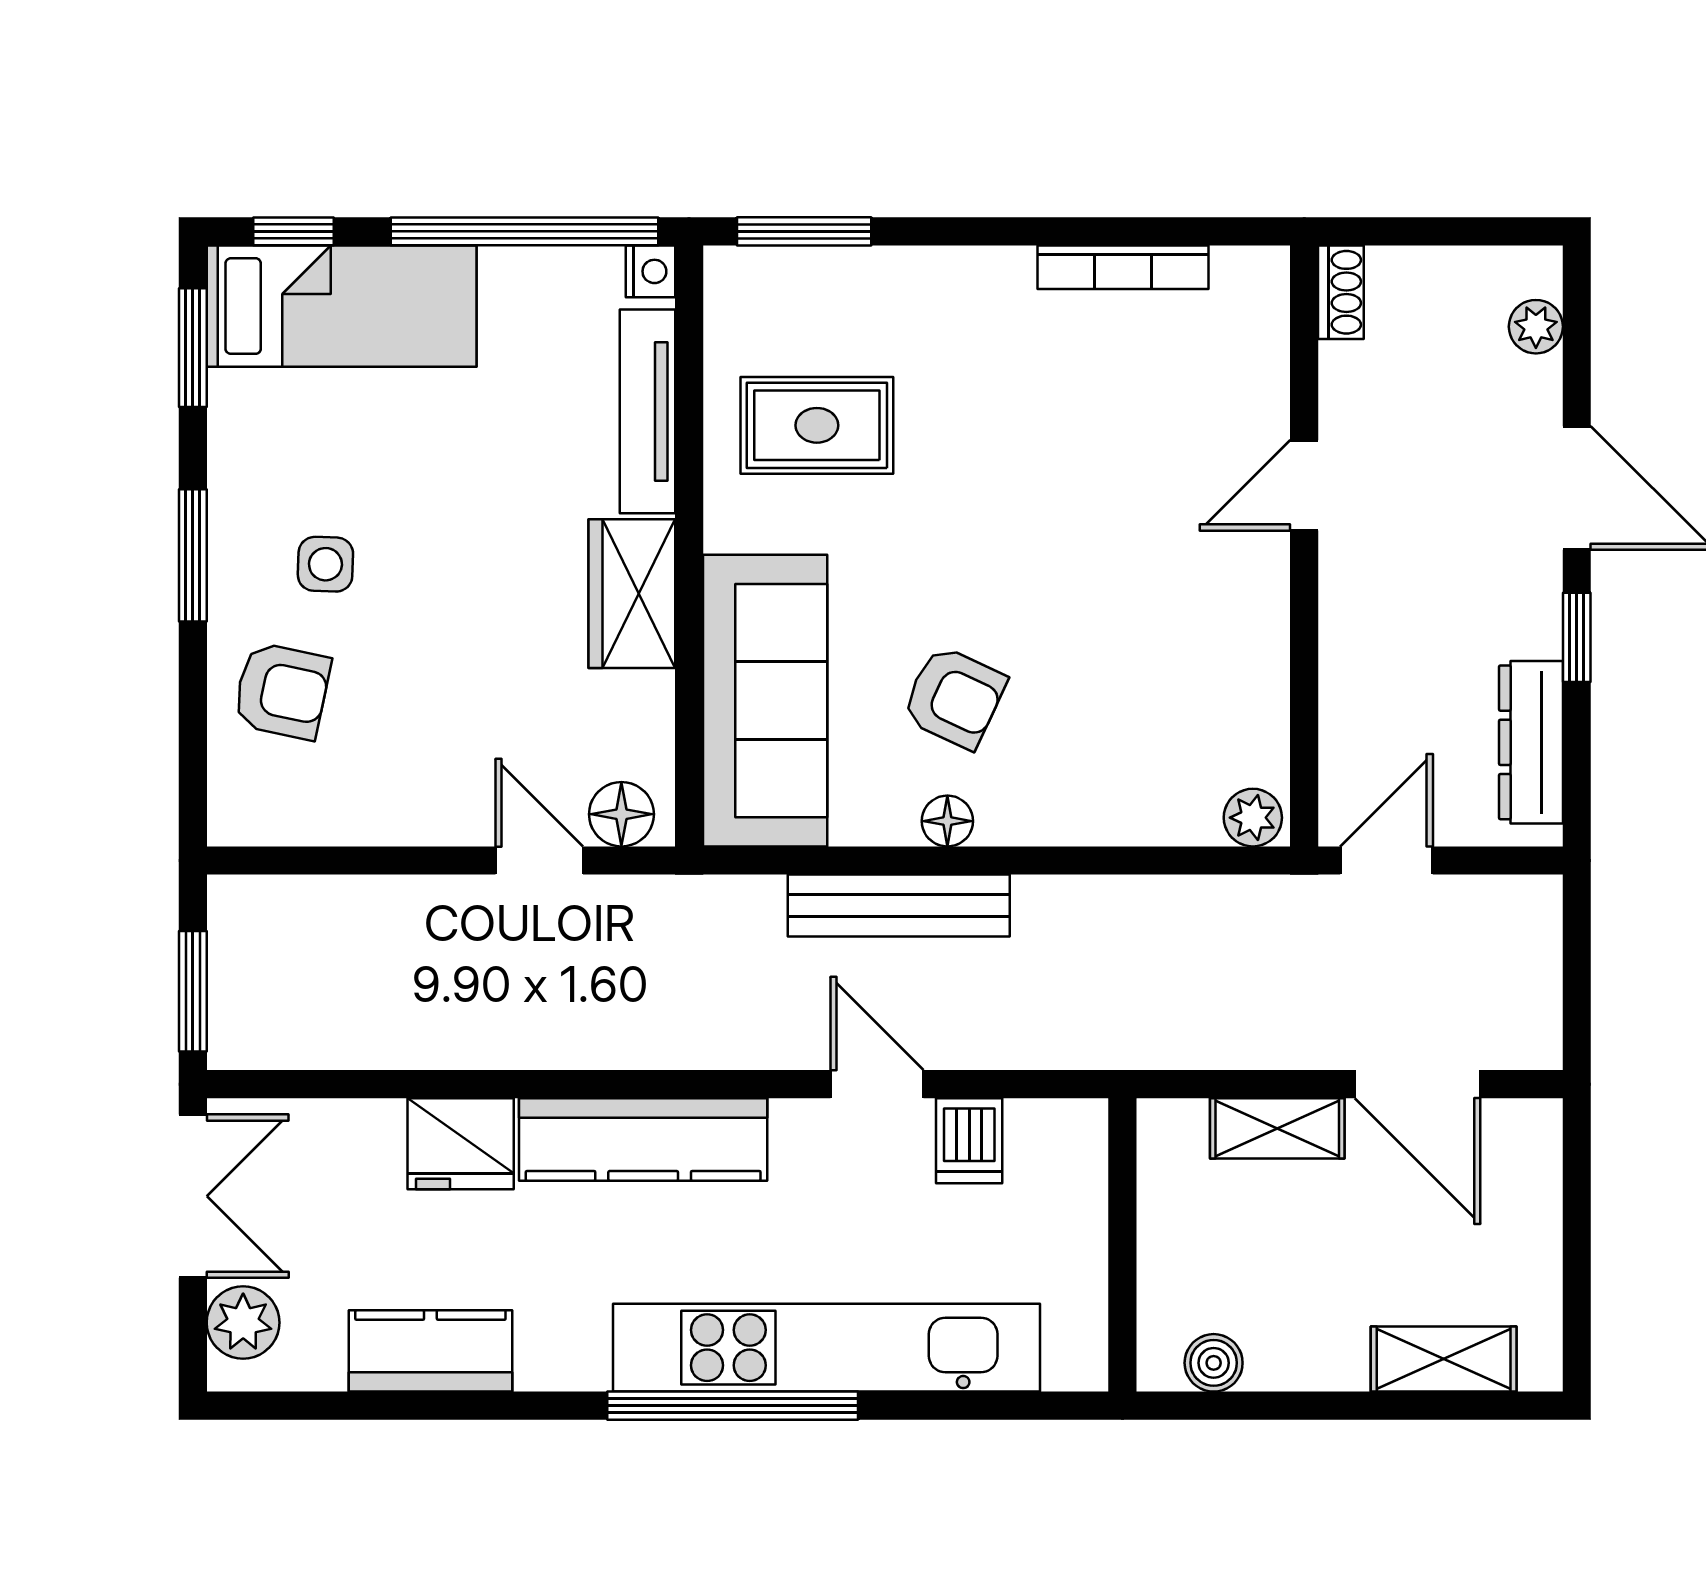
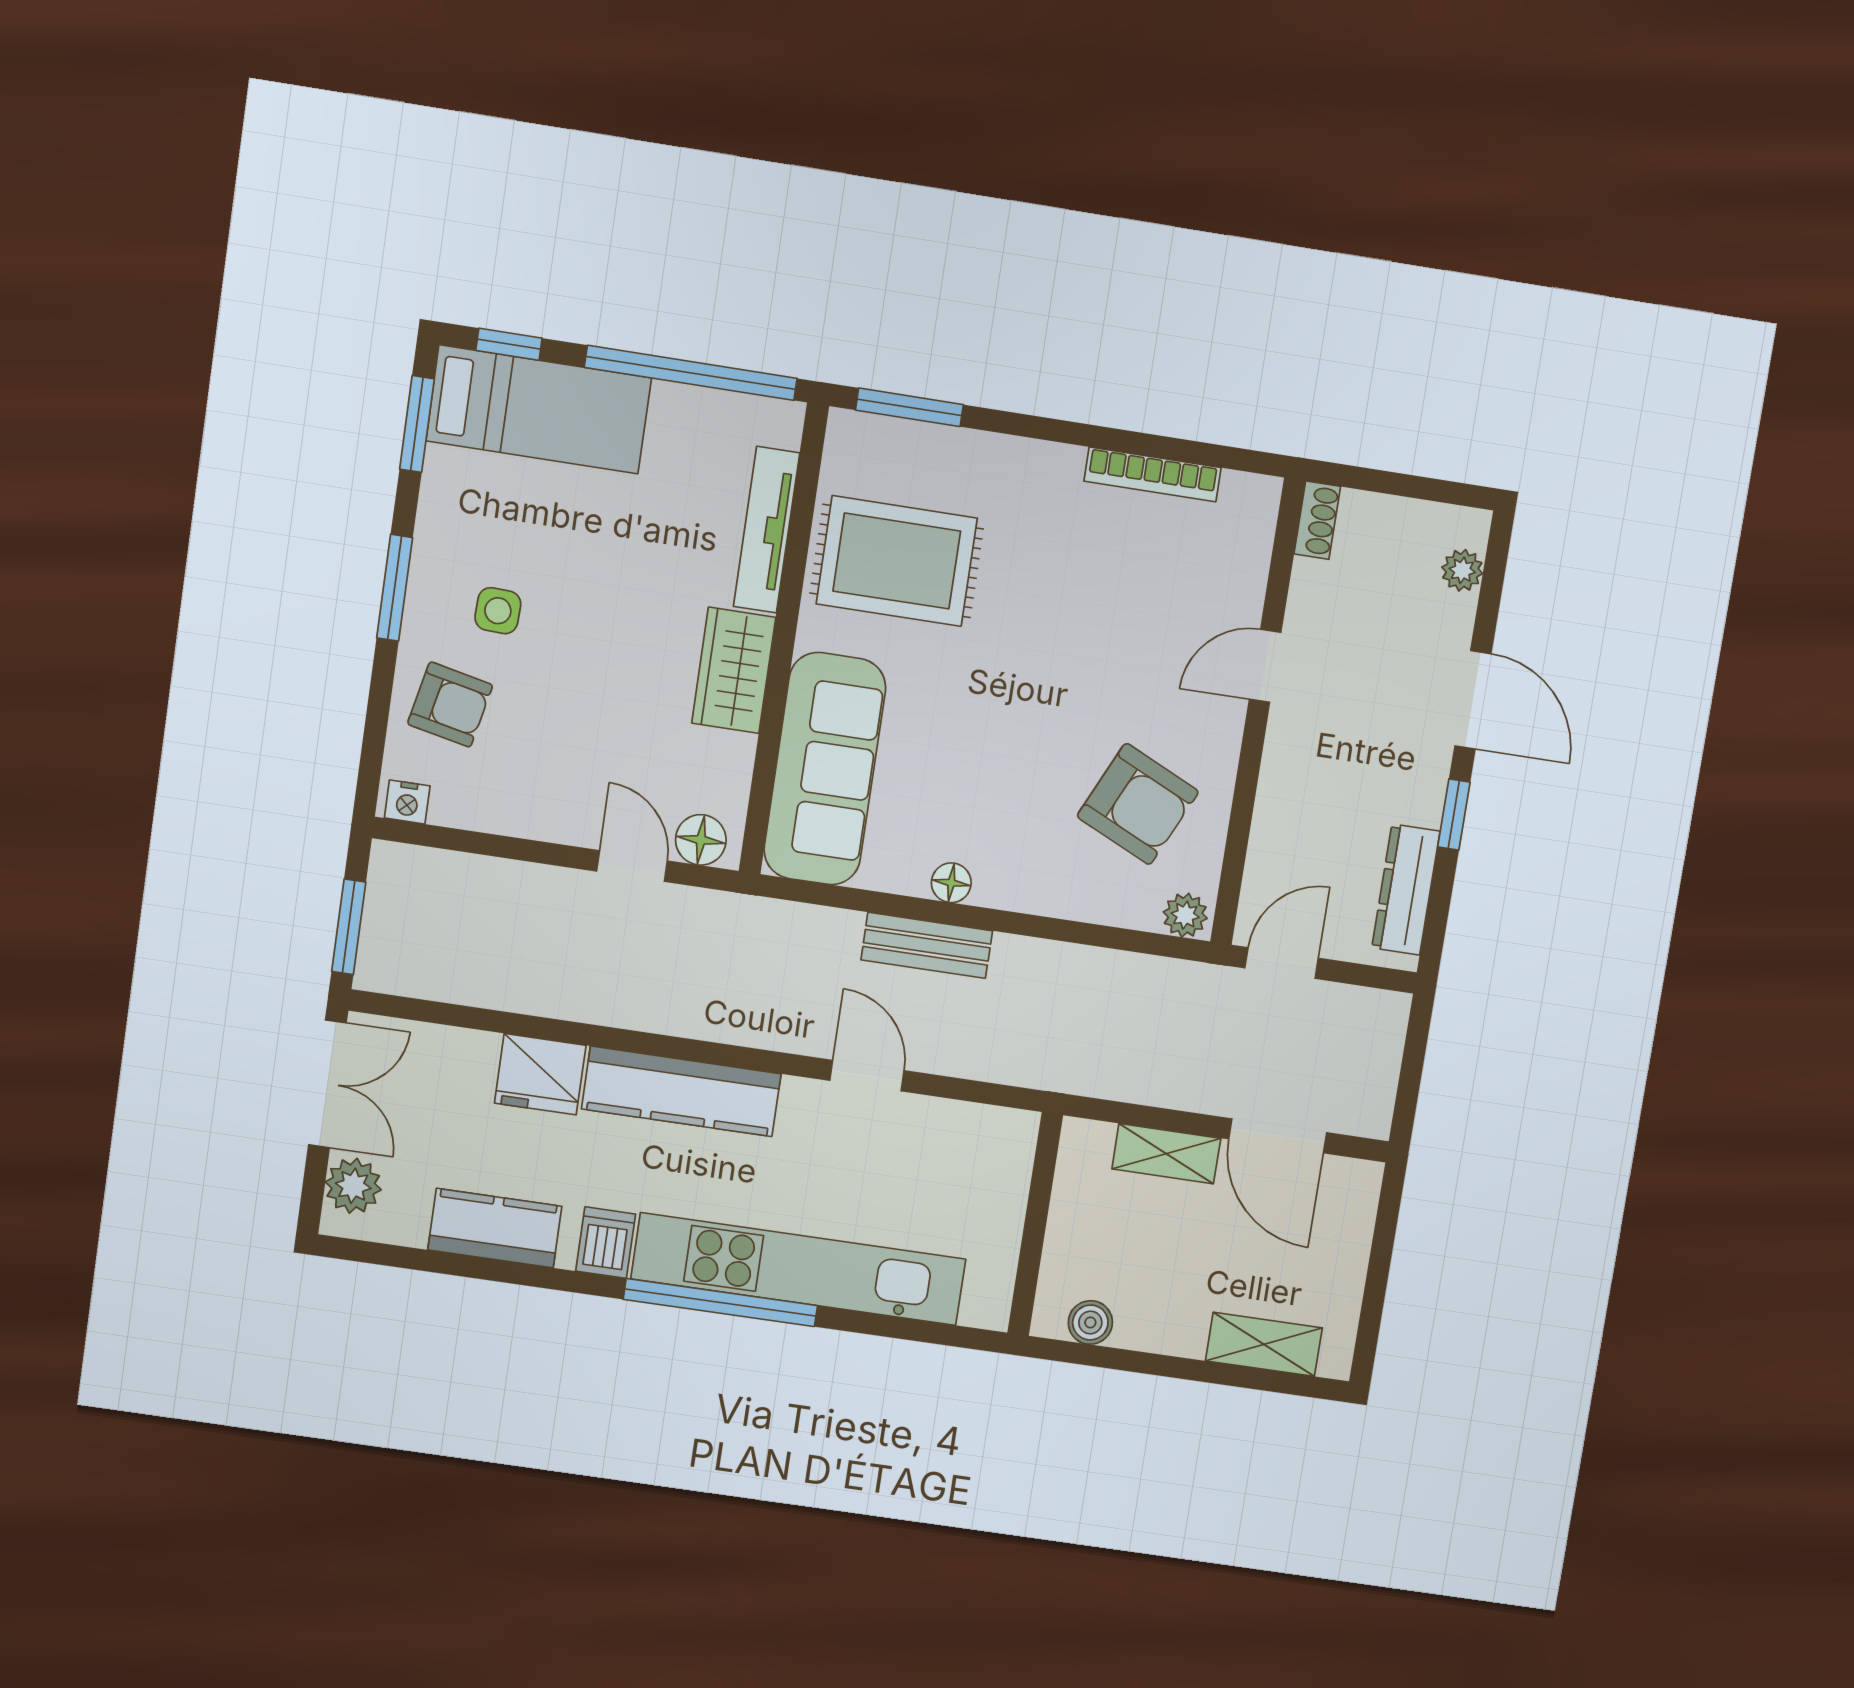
nightstand: (650, 271) -> (407, 802), moved, turned 90
rug: (817, 425) -> (897, 561), width x1.36, depth x1.43
armchair: (954, 697) -> (1138, 804), moved, width x1.38, depth x1.38
bench: (899, 906) -> (927, 945), width x0.73
dishwasher: (969, 1141) -> (606, 1243), moved, turned 180

